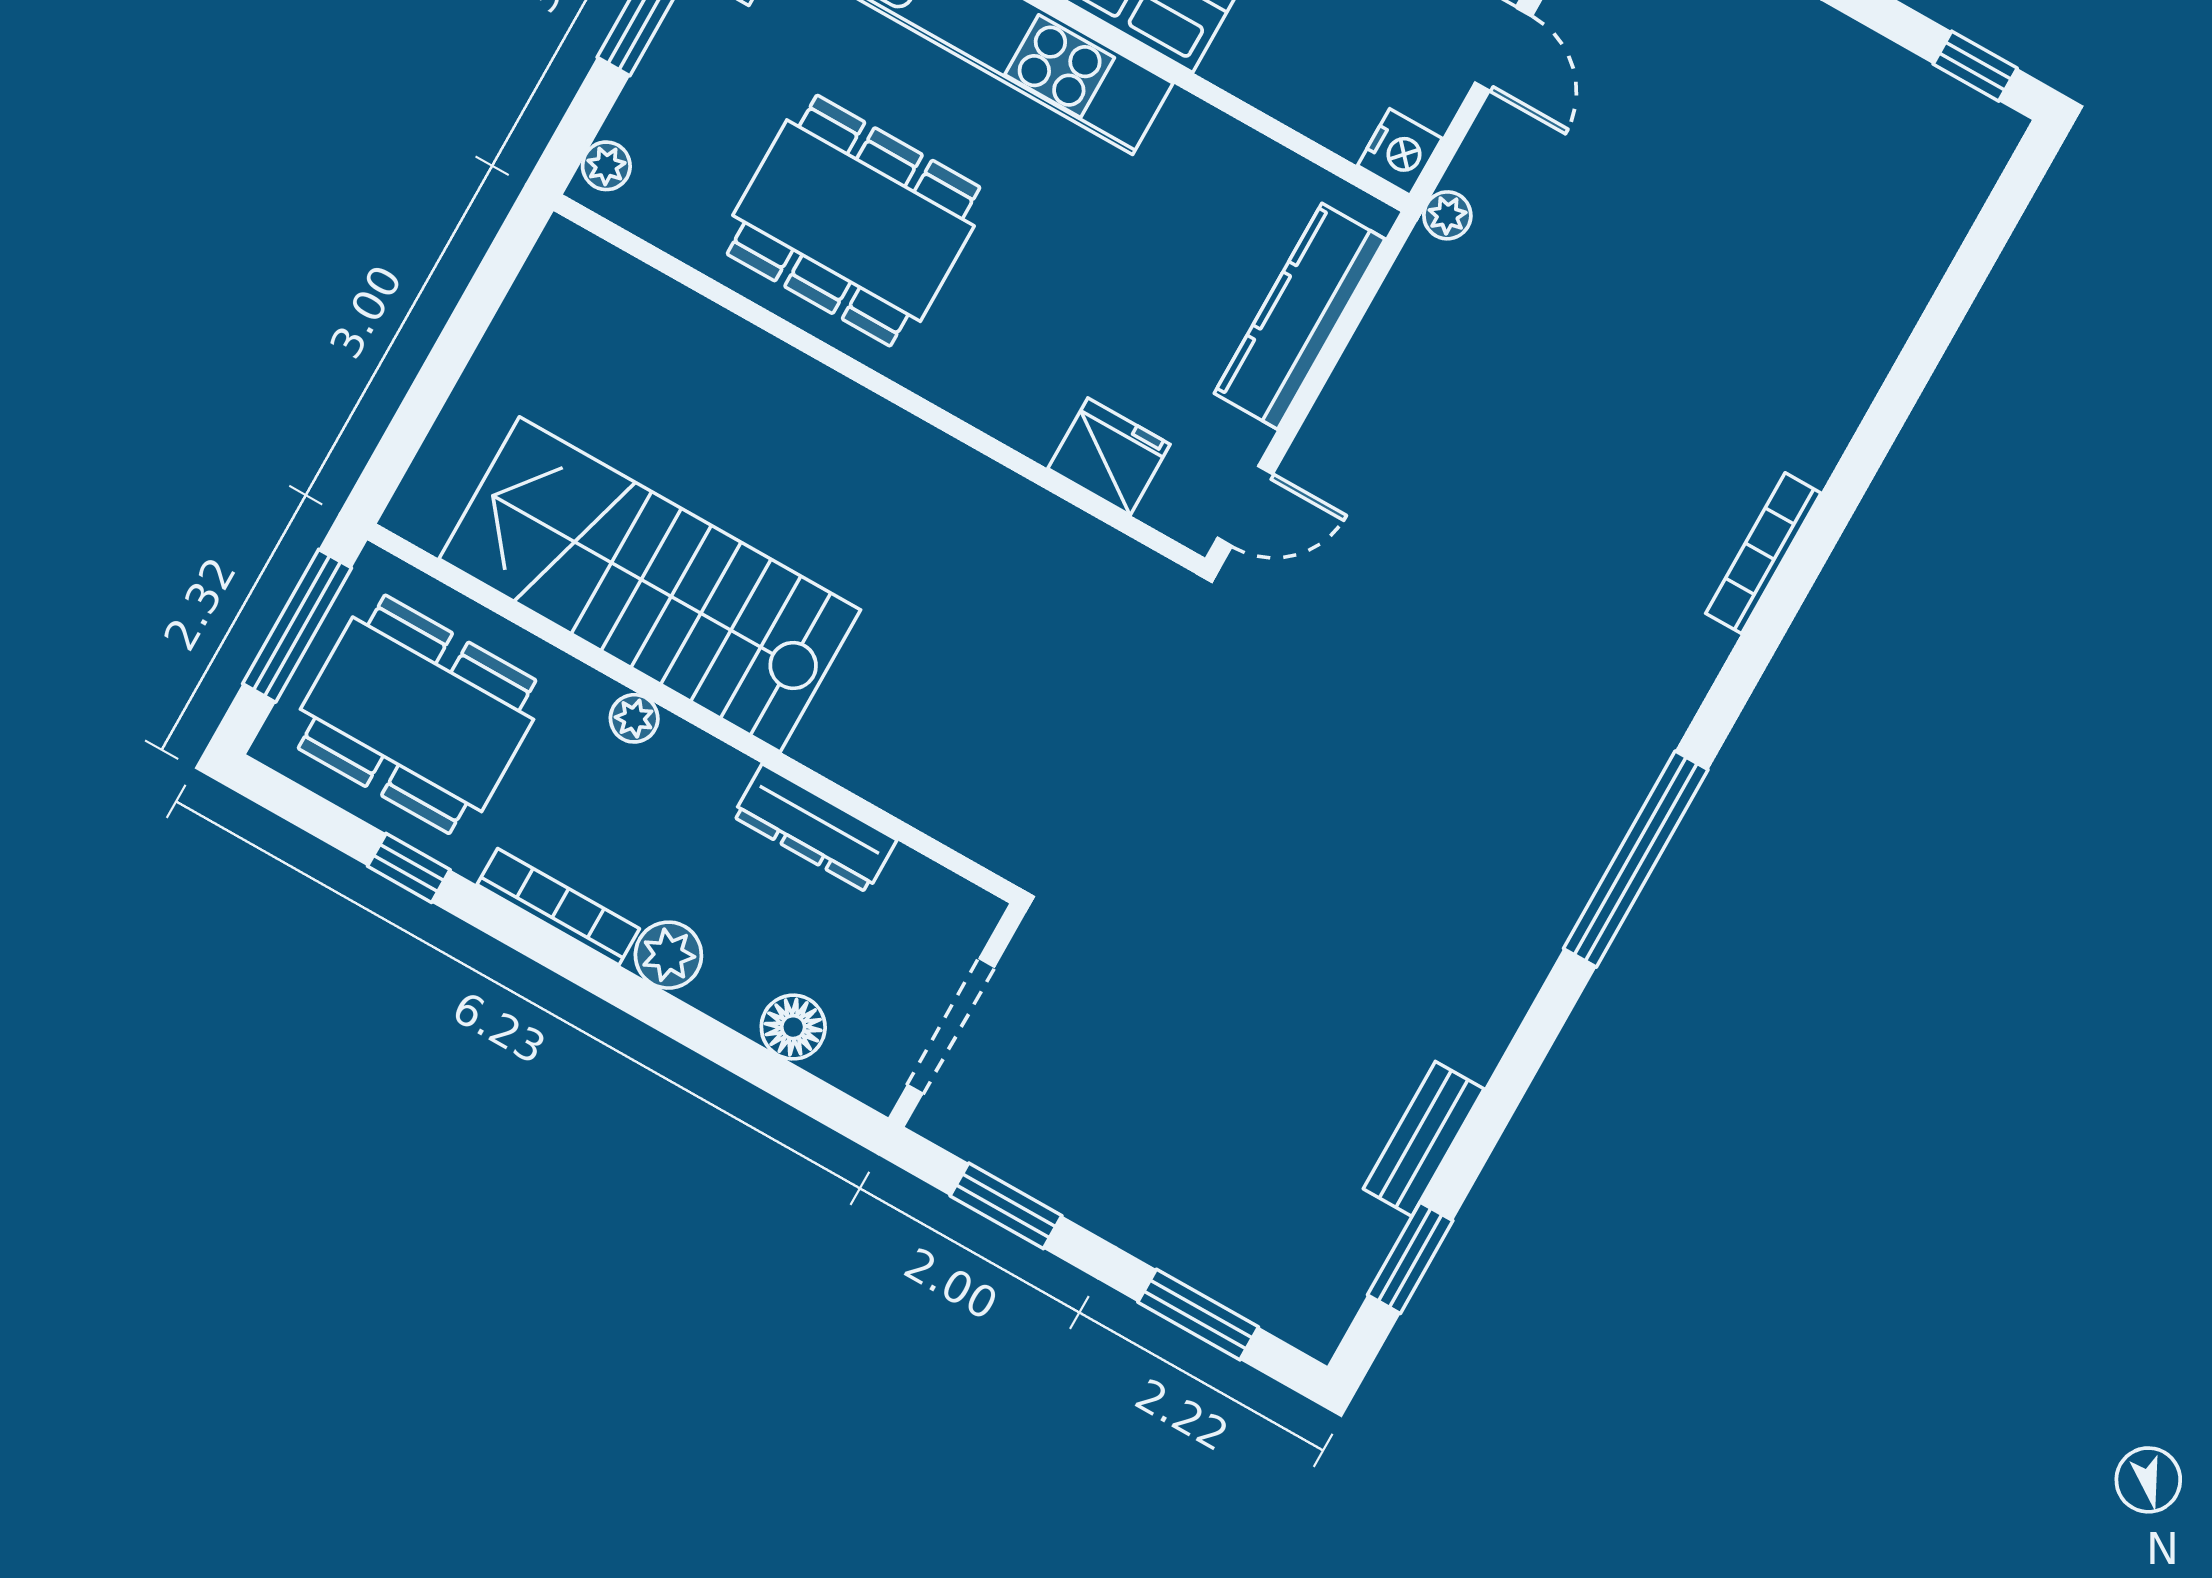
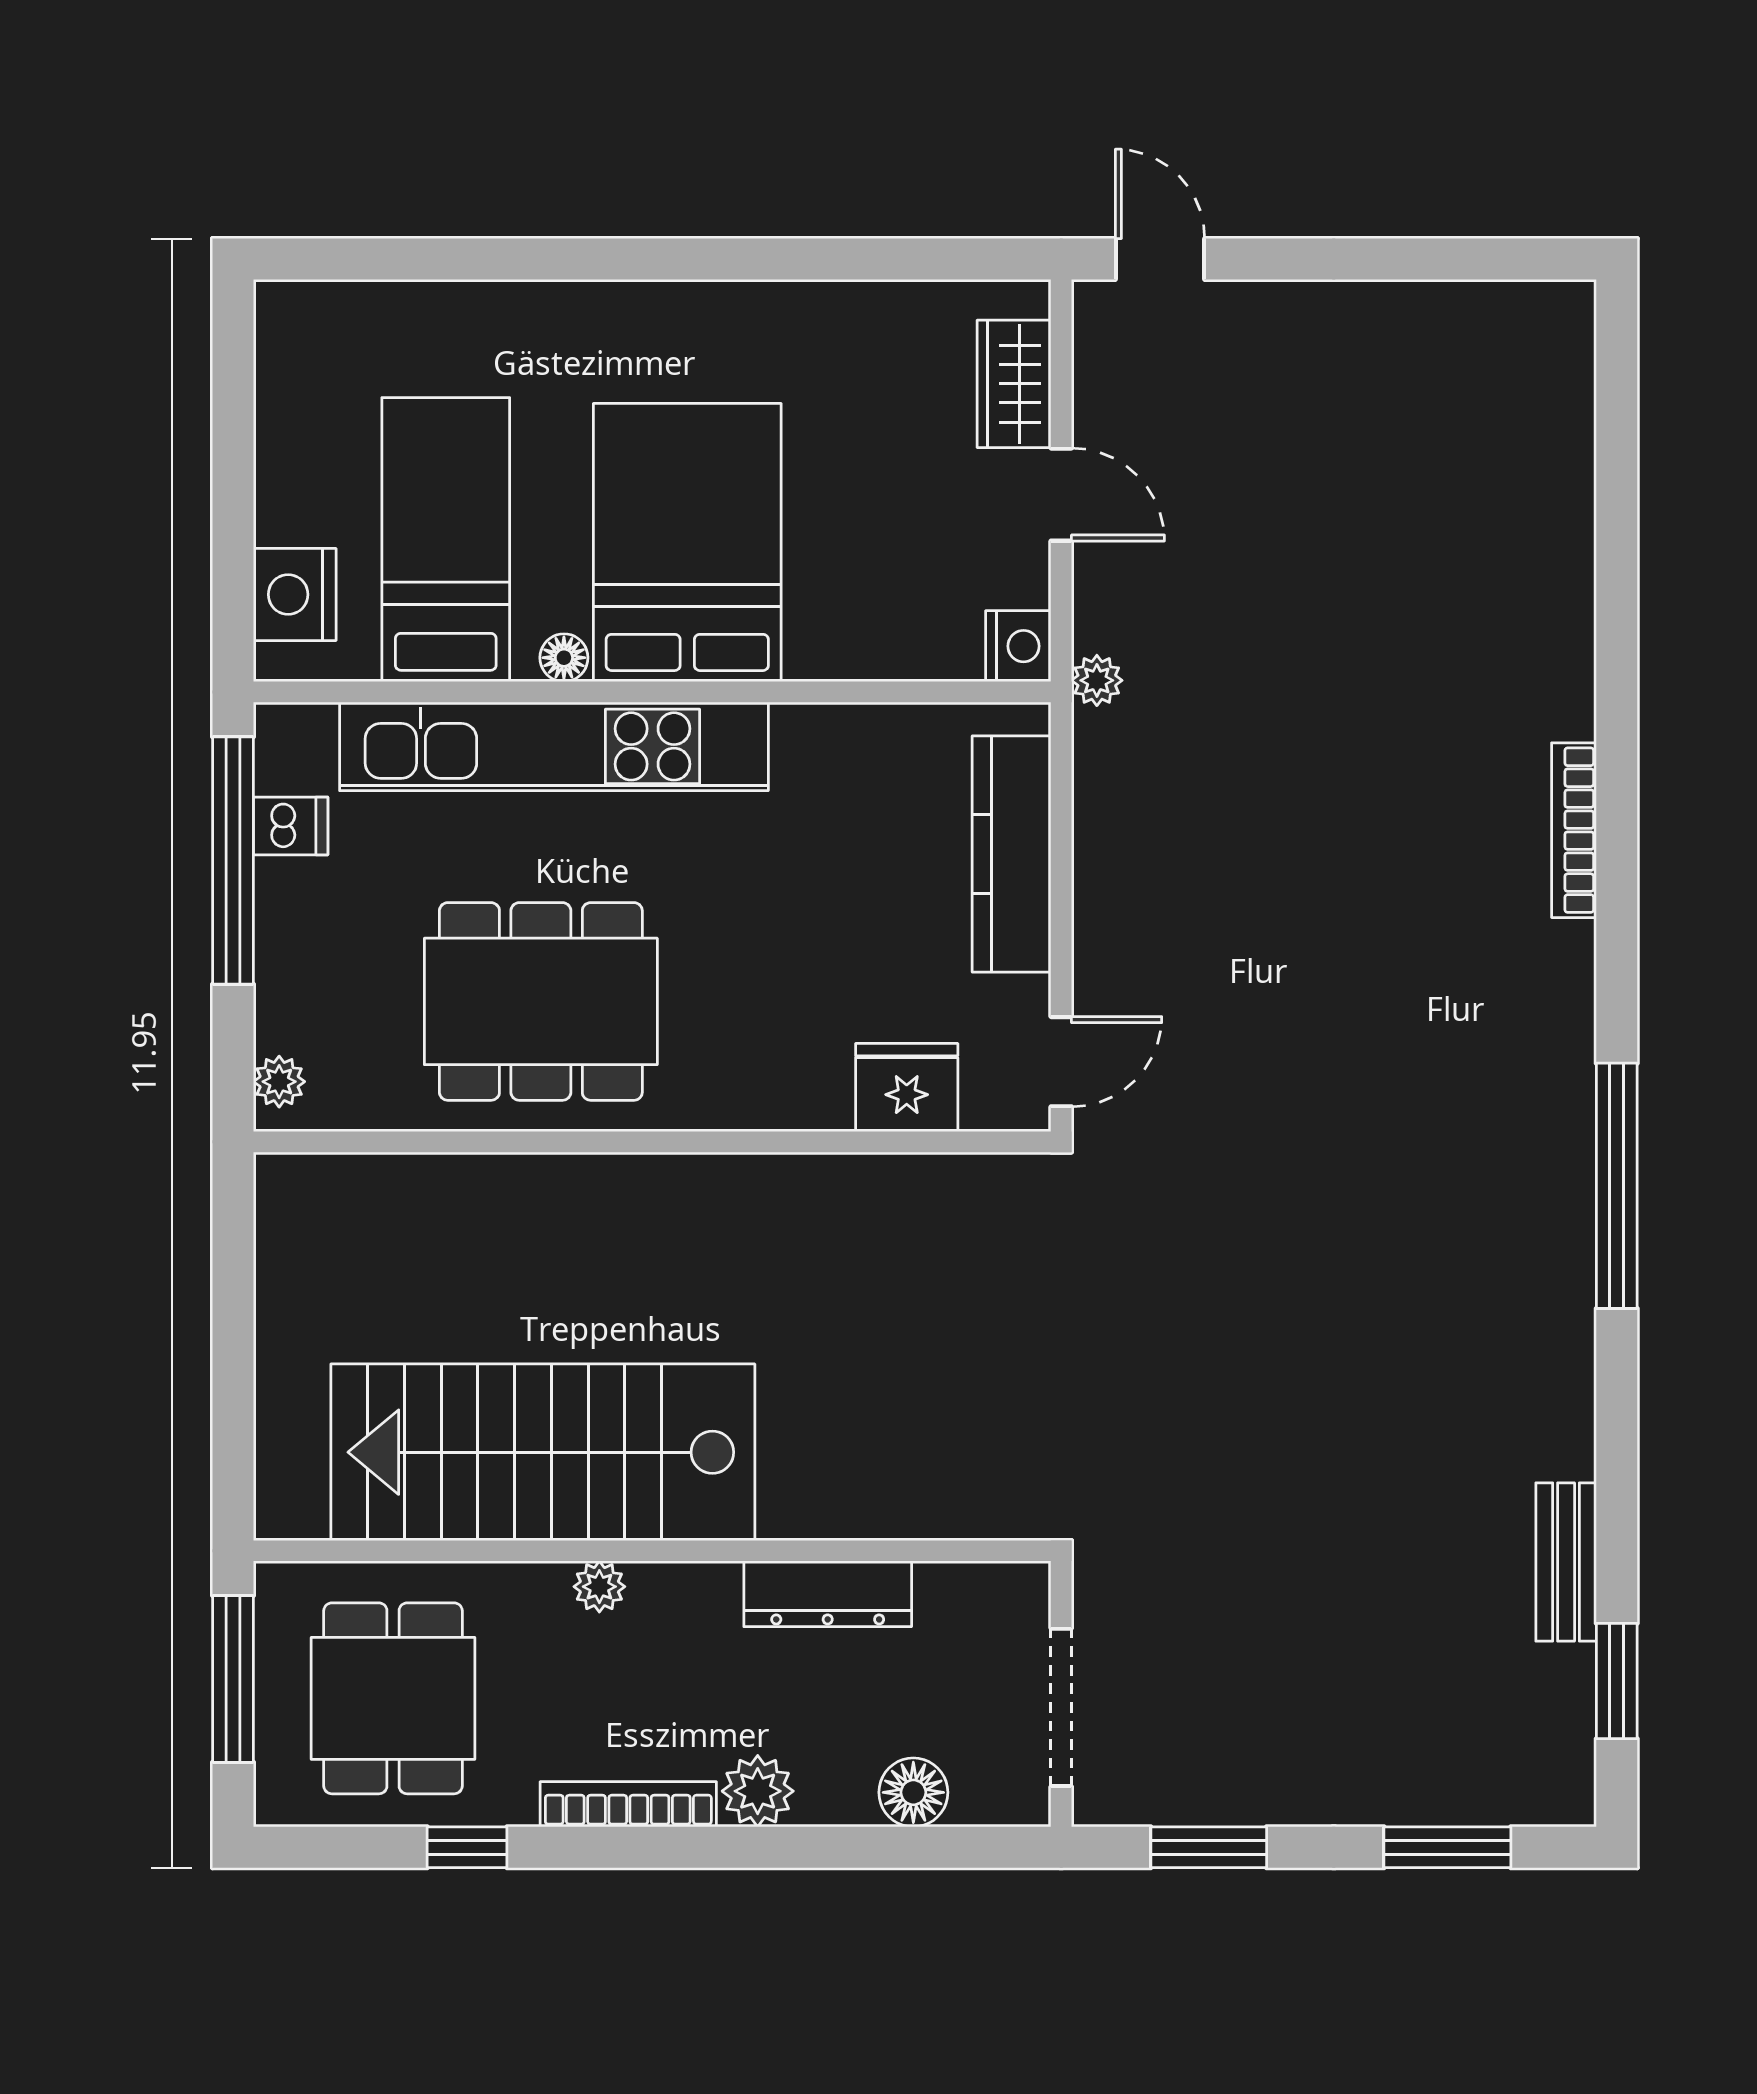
window: (1975, 66) -> (1514, 259), removed
dining table: (417, 714) -> (393, 1698), width x0.73

